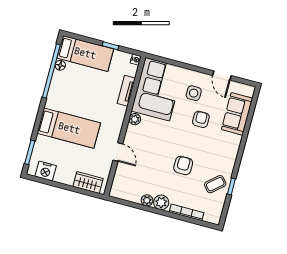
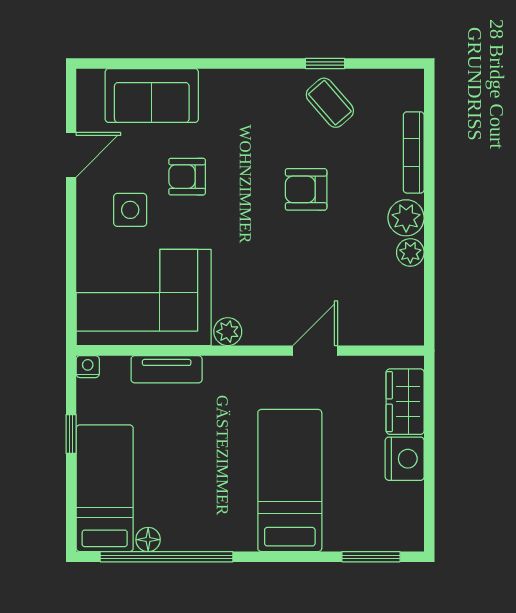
nightstand: (46, 171) -> (405, 459), moved

